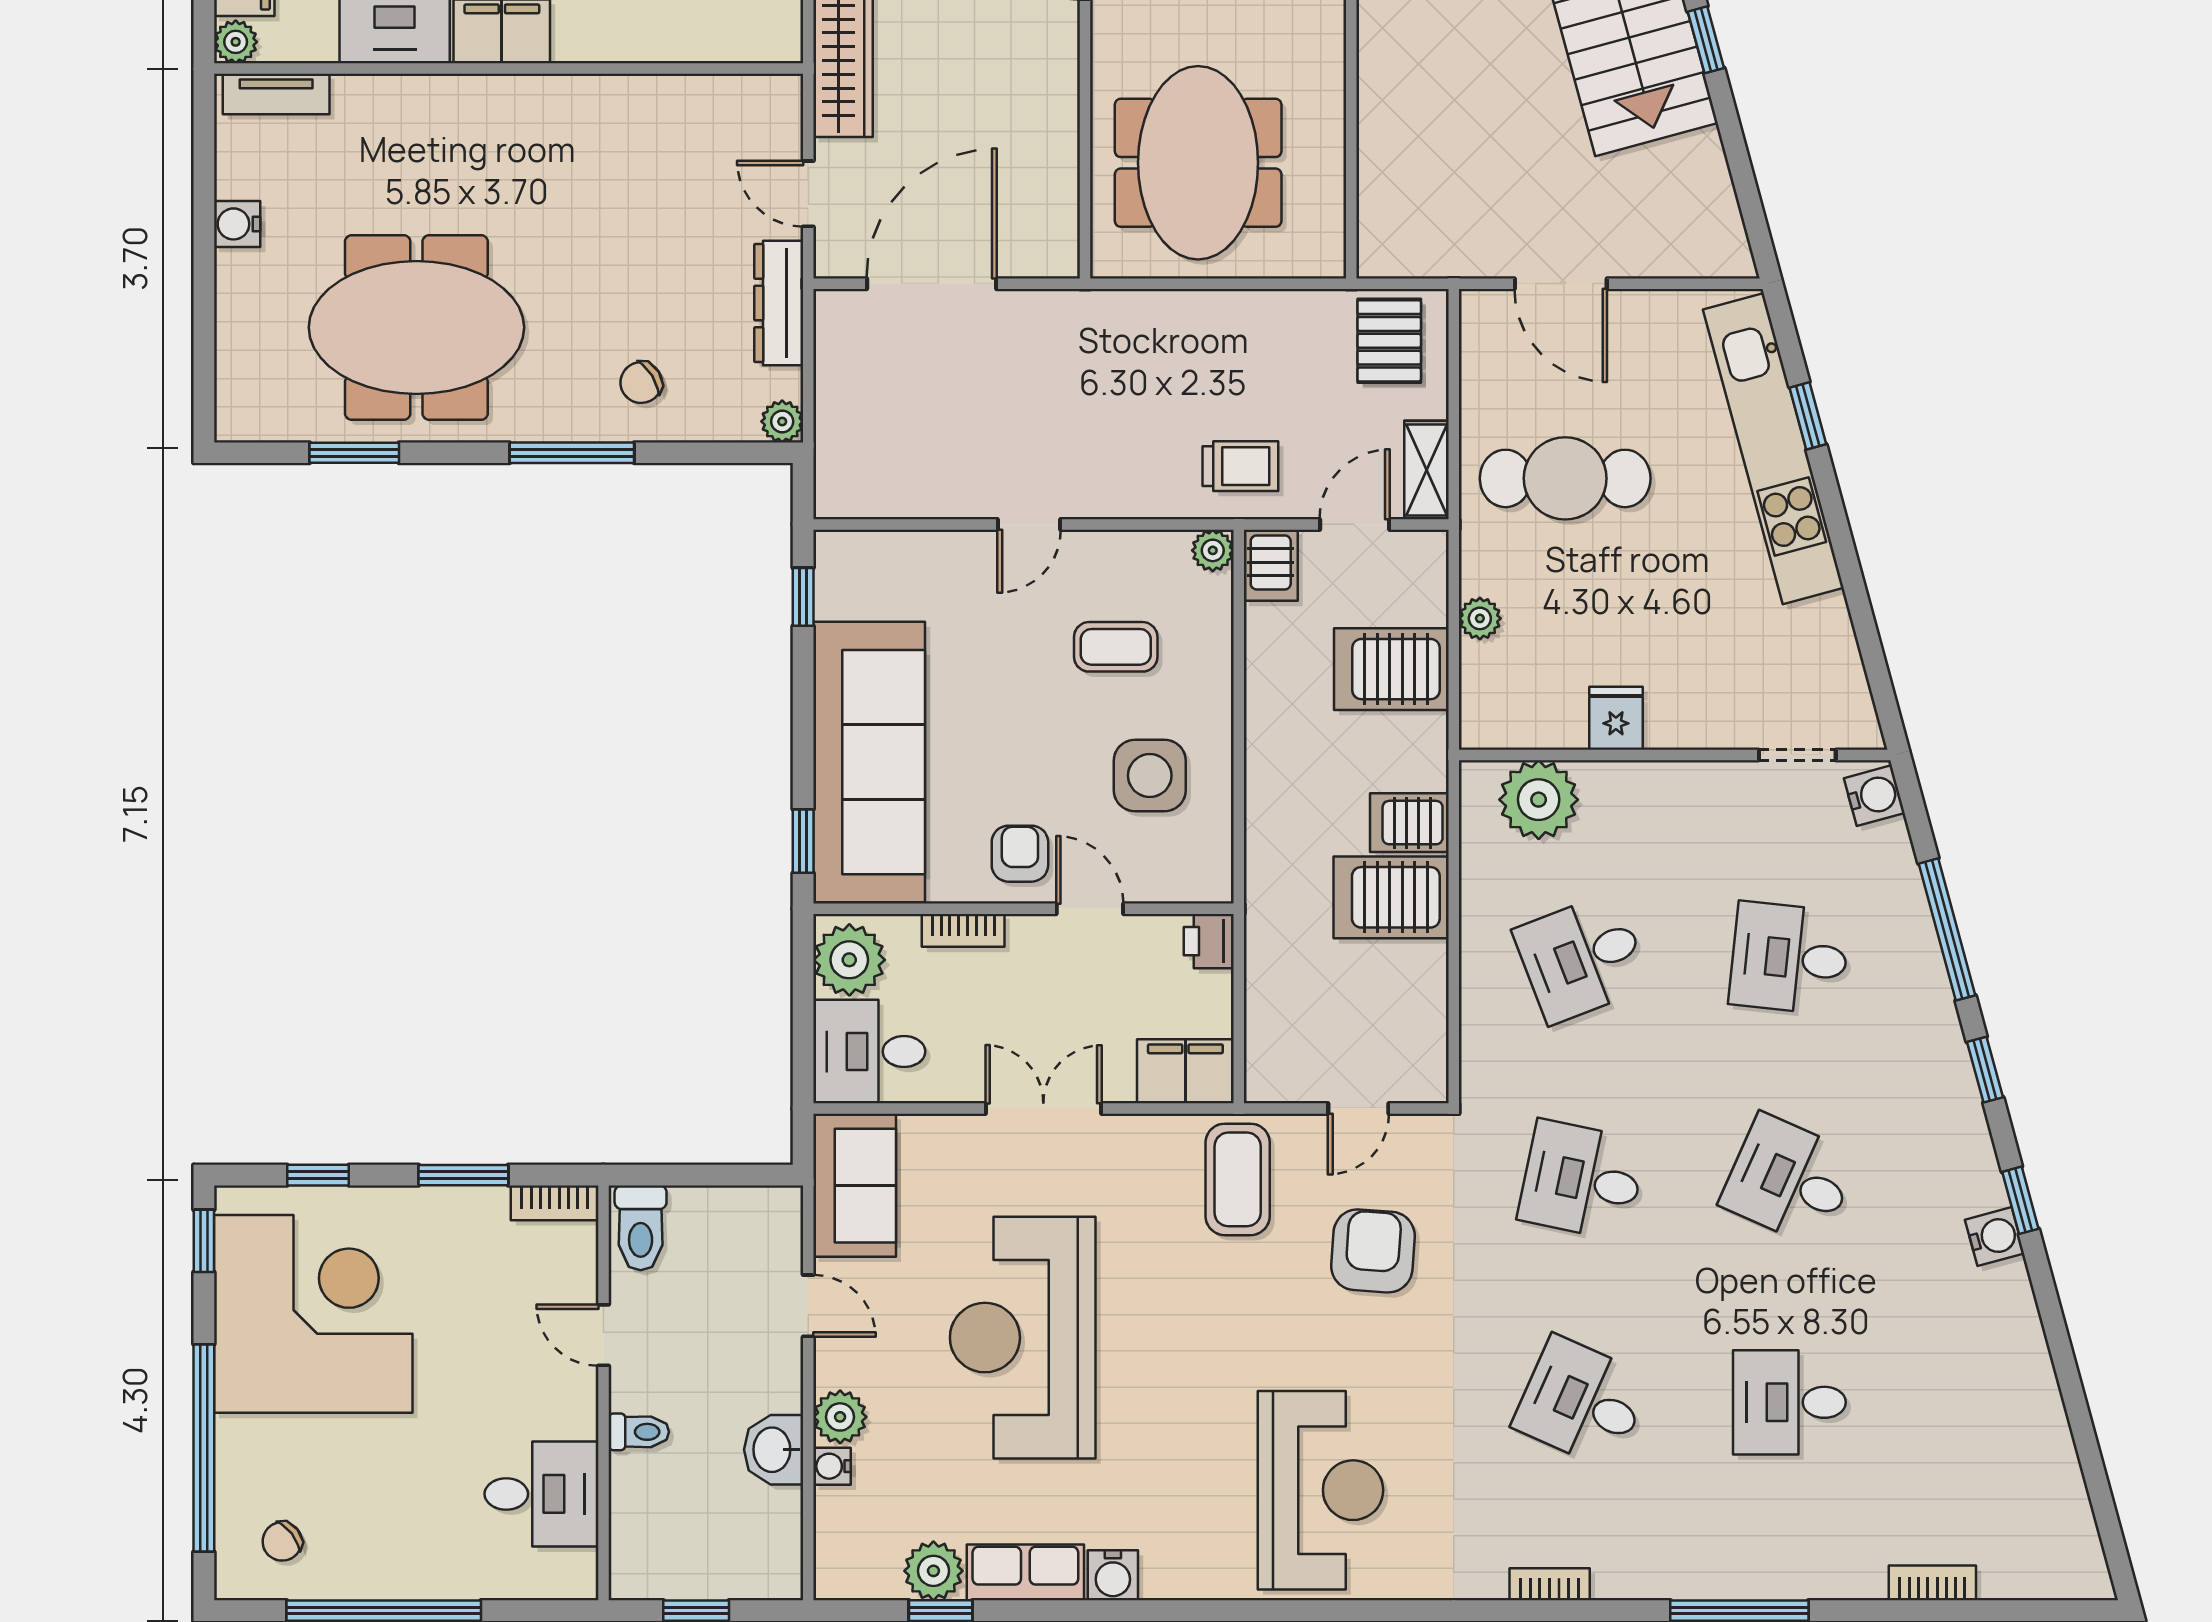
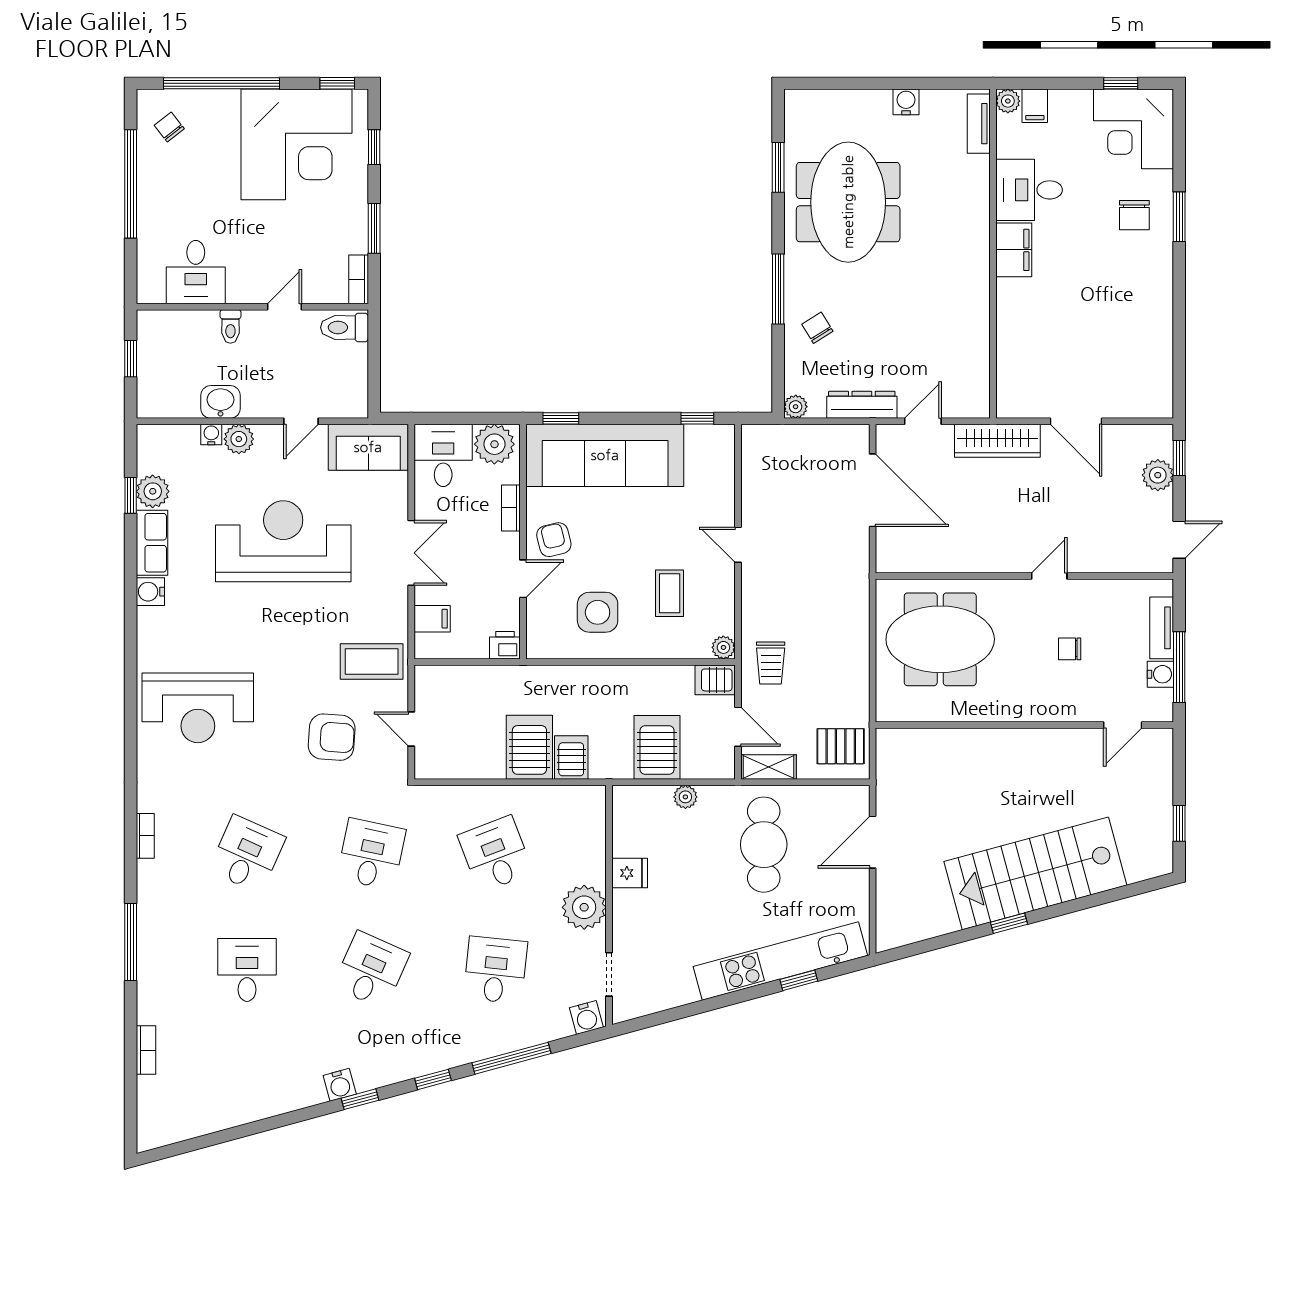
plant: (1539, 800) -> (584, 907), moved
armchair: (1020, 854) -> (554, 540), turned -104
filing cabinet: (1185, 1071) -> (432, 619), width x0.50

